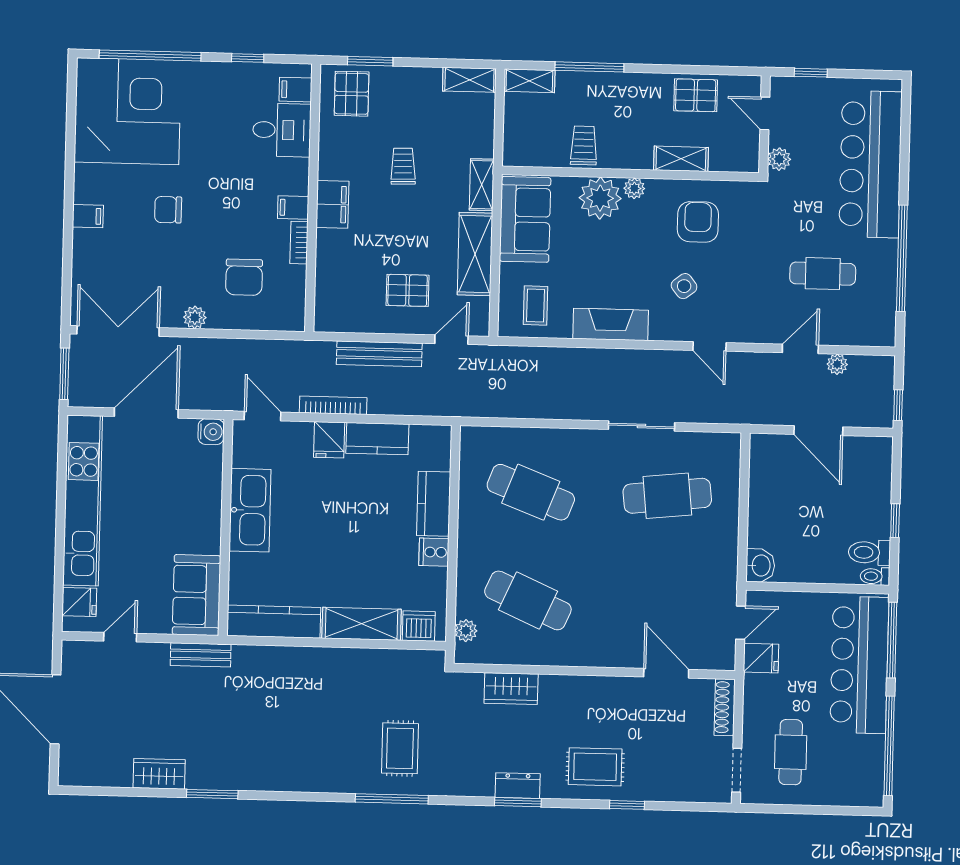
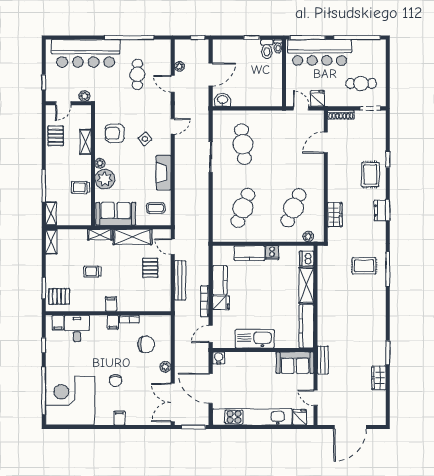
filing cabinet: (332, 204) -> (111, 304), width x0.50
washbasin: (760, 565) -> (223, 100), moved

